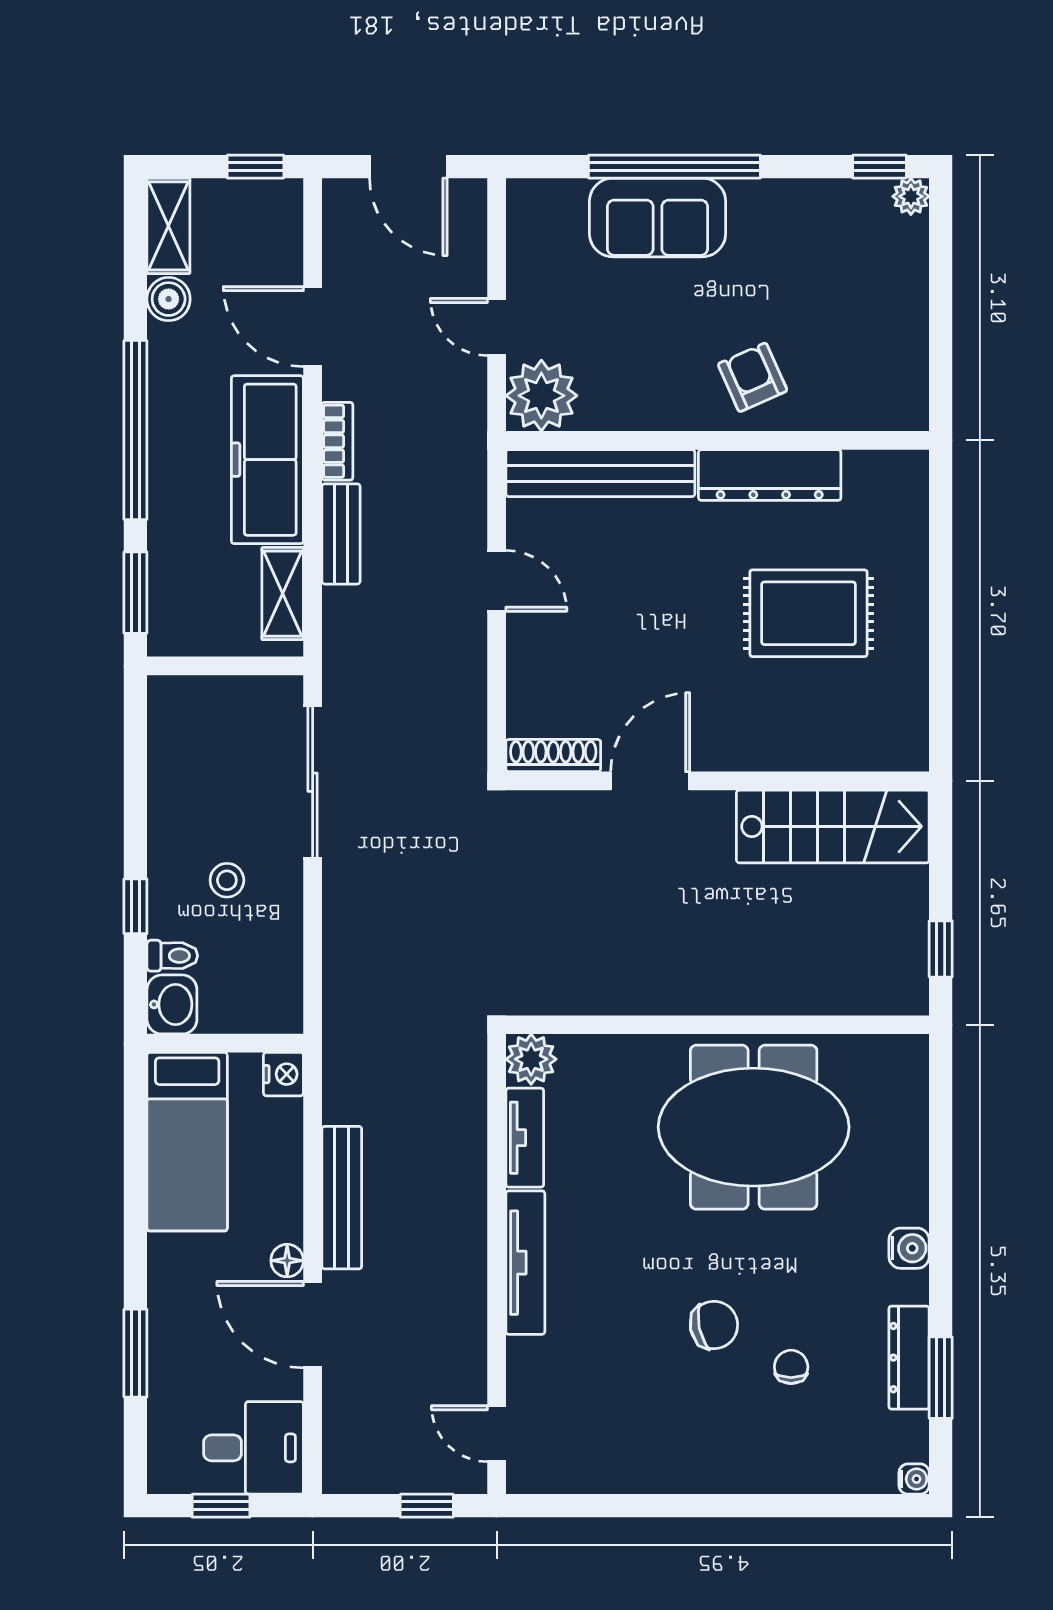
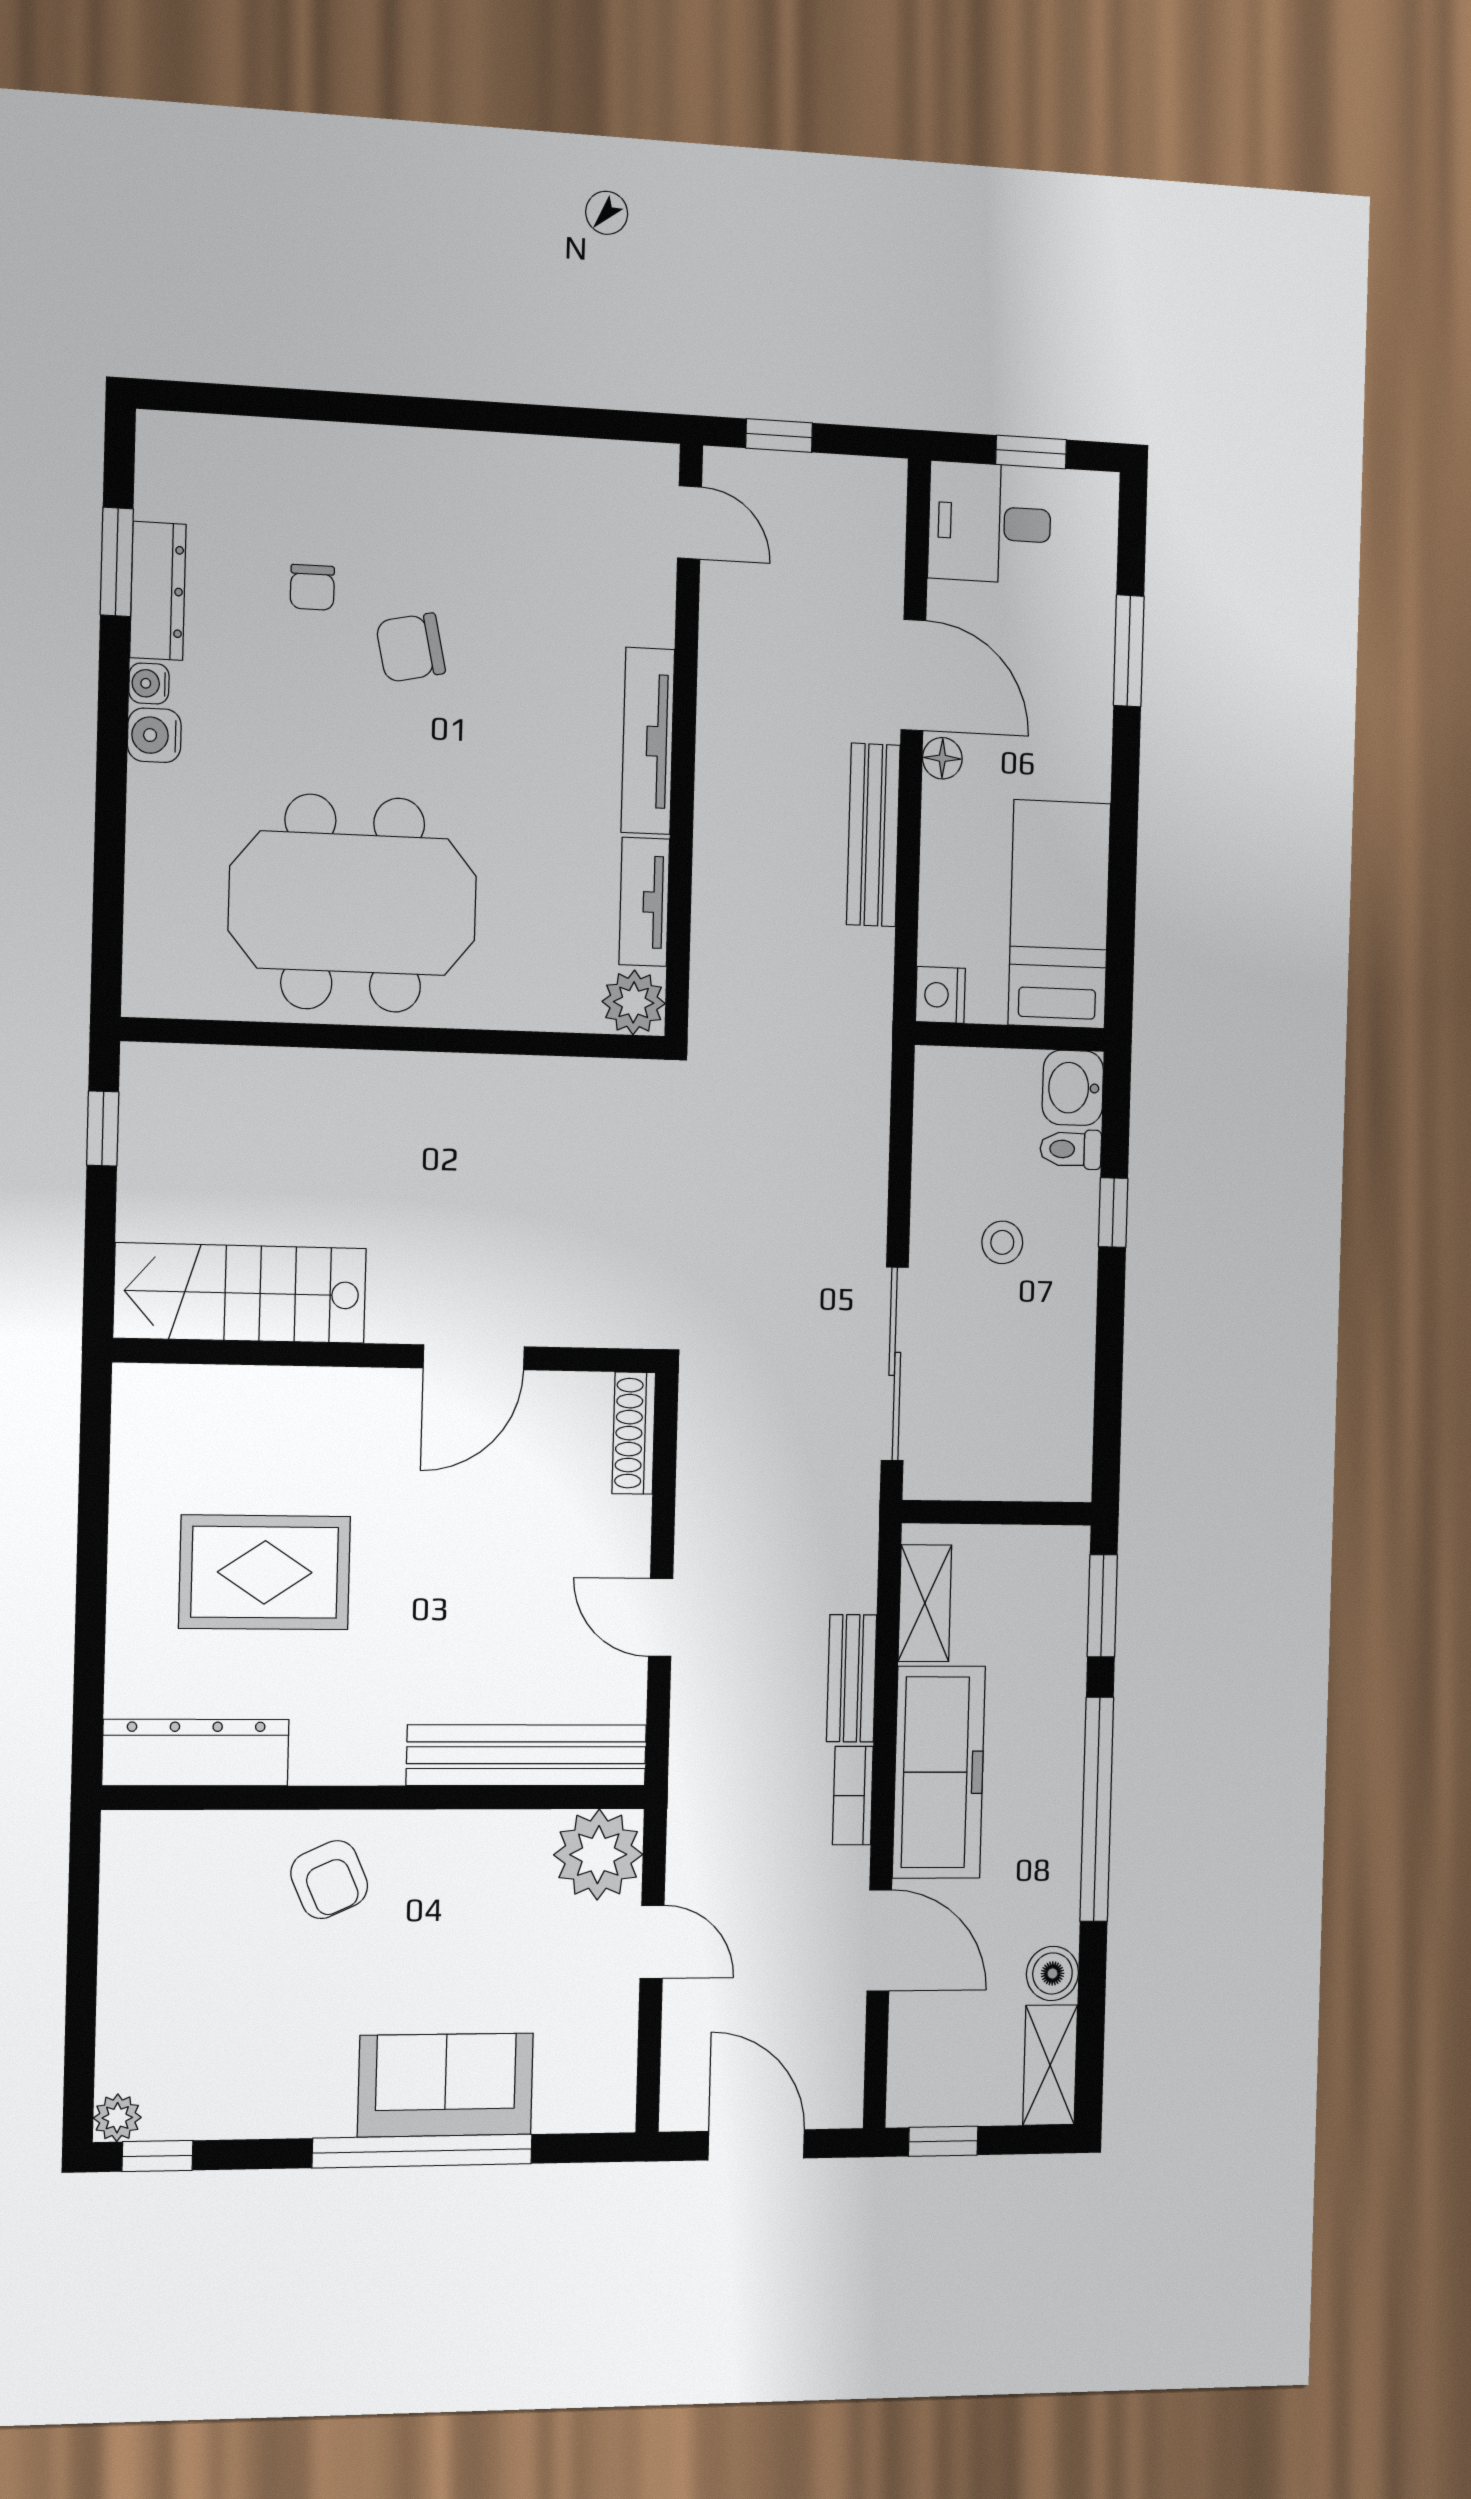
dresser: (770, 475) -> (196, 1753), moved
shoe rack: (553, 756) -> (634, 1433), moved, turned 90
water cooler: (914, 1479) -> (149, 683), moved

